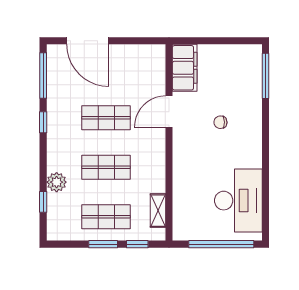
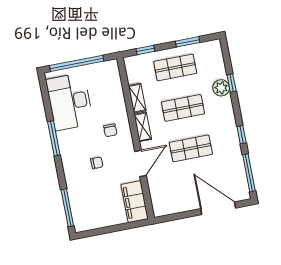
shelving: (158, 154) -> (143, 127), added
chair: (197, 158) -> (110, 130), added
window: (266, 161) -> (54, 138), added
window: (43, 202) -> (232, 83), moved
shelving: (158, 211) -> (137, 98), moved
window: (103, 244) -> (188, 42), moved

